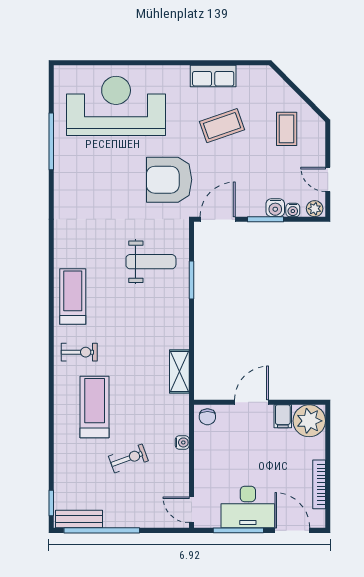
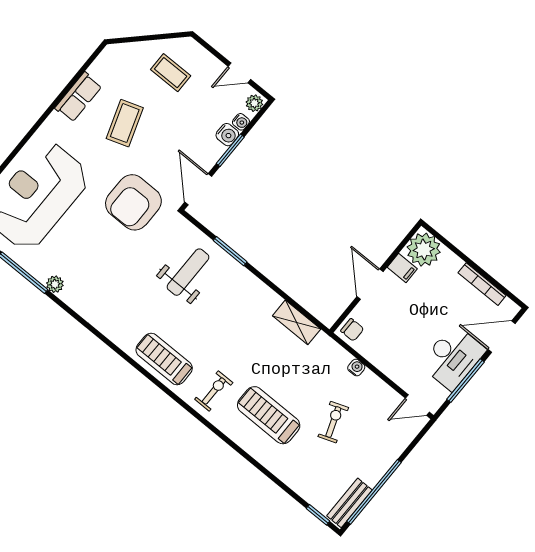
plant: (62, 171) -> (55, 284), added

